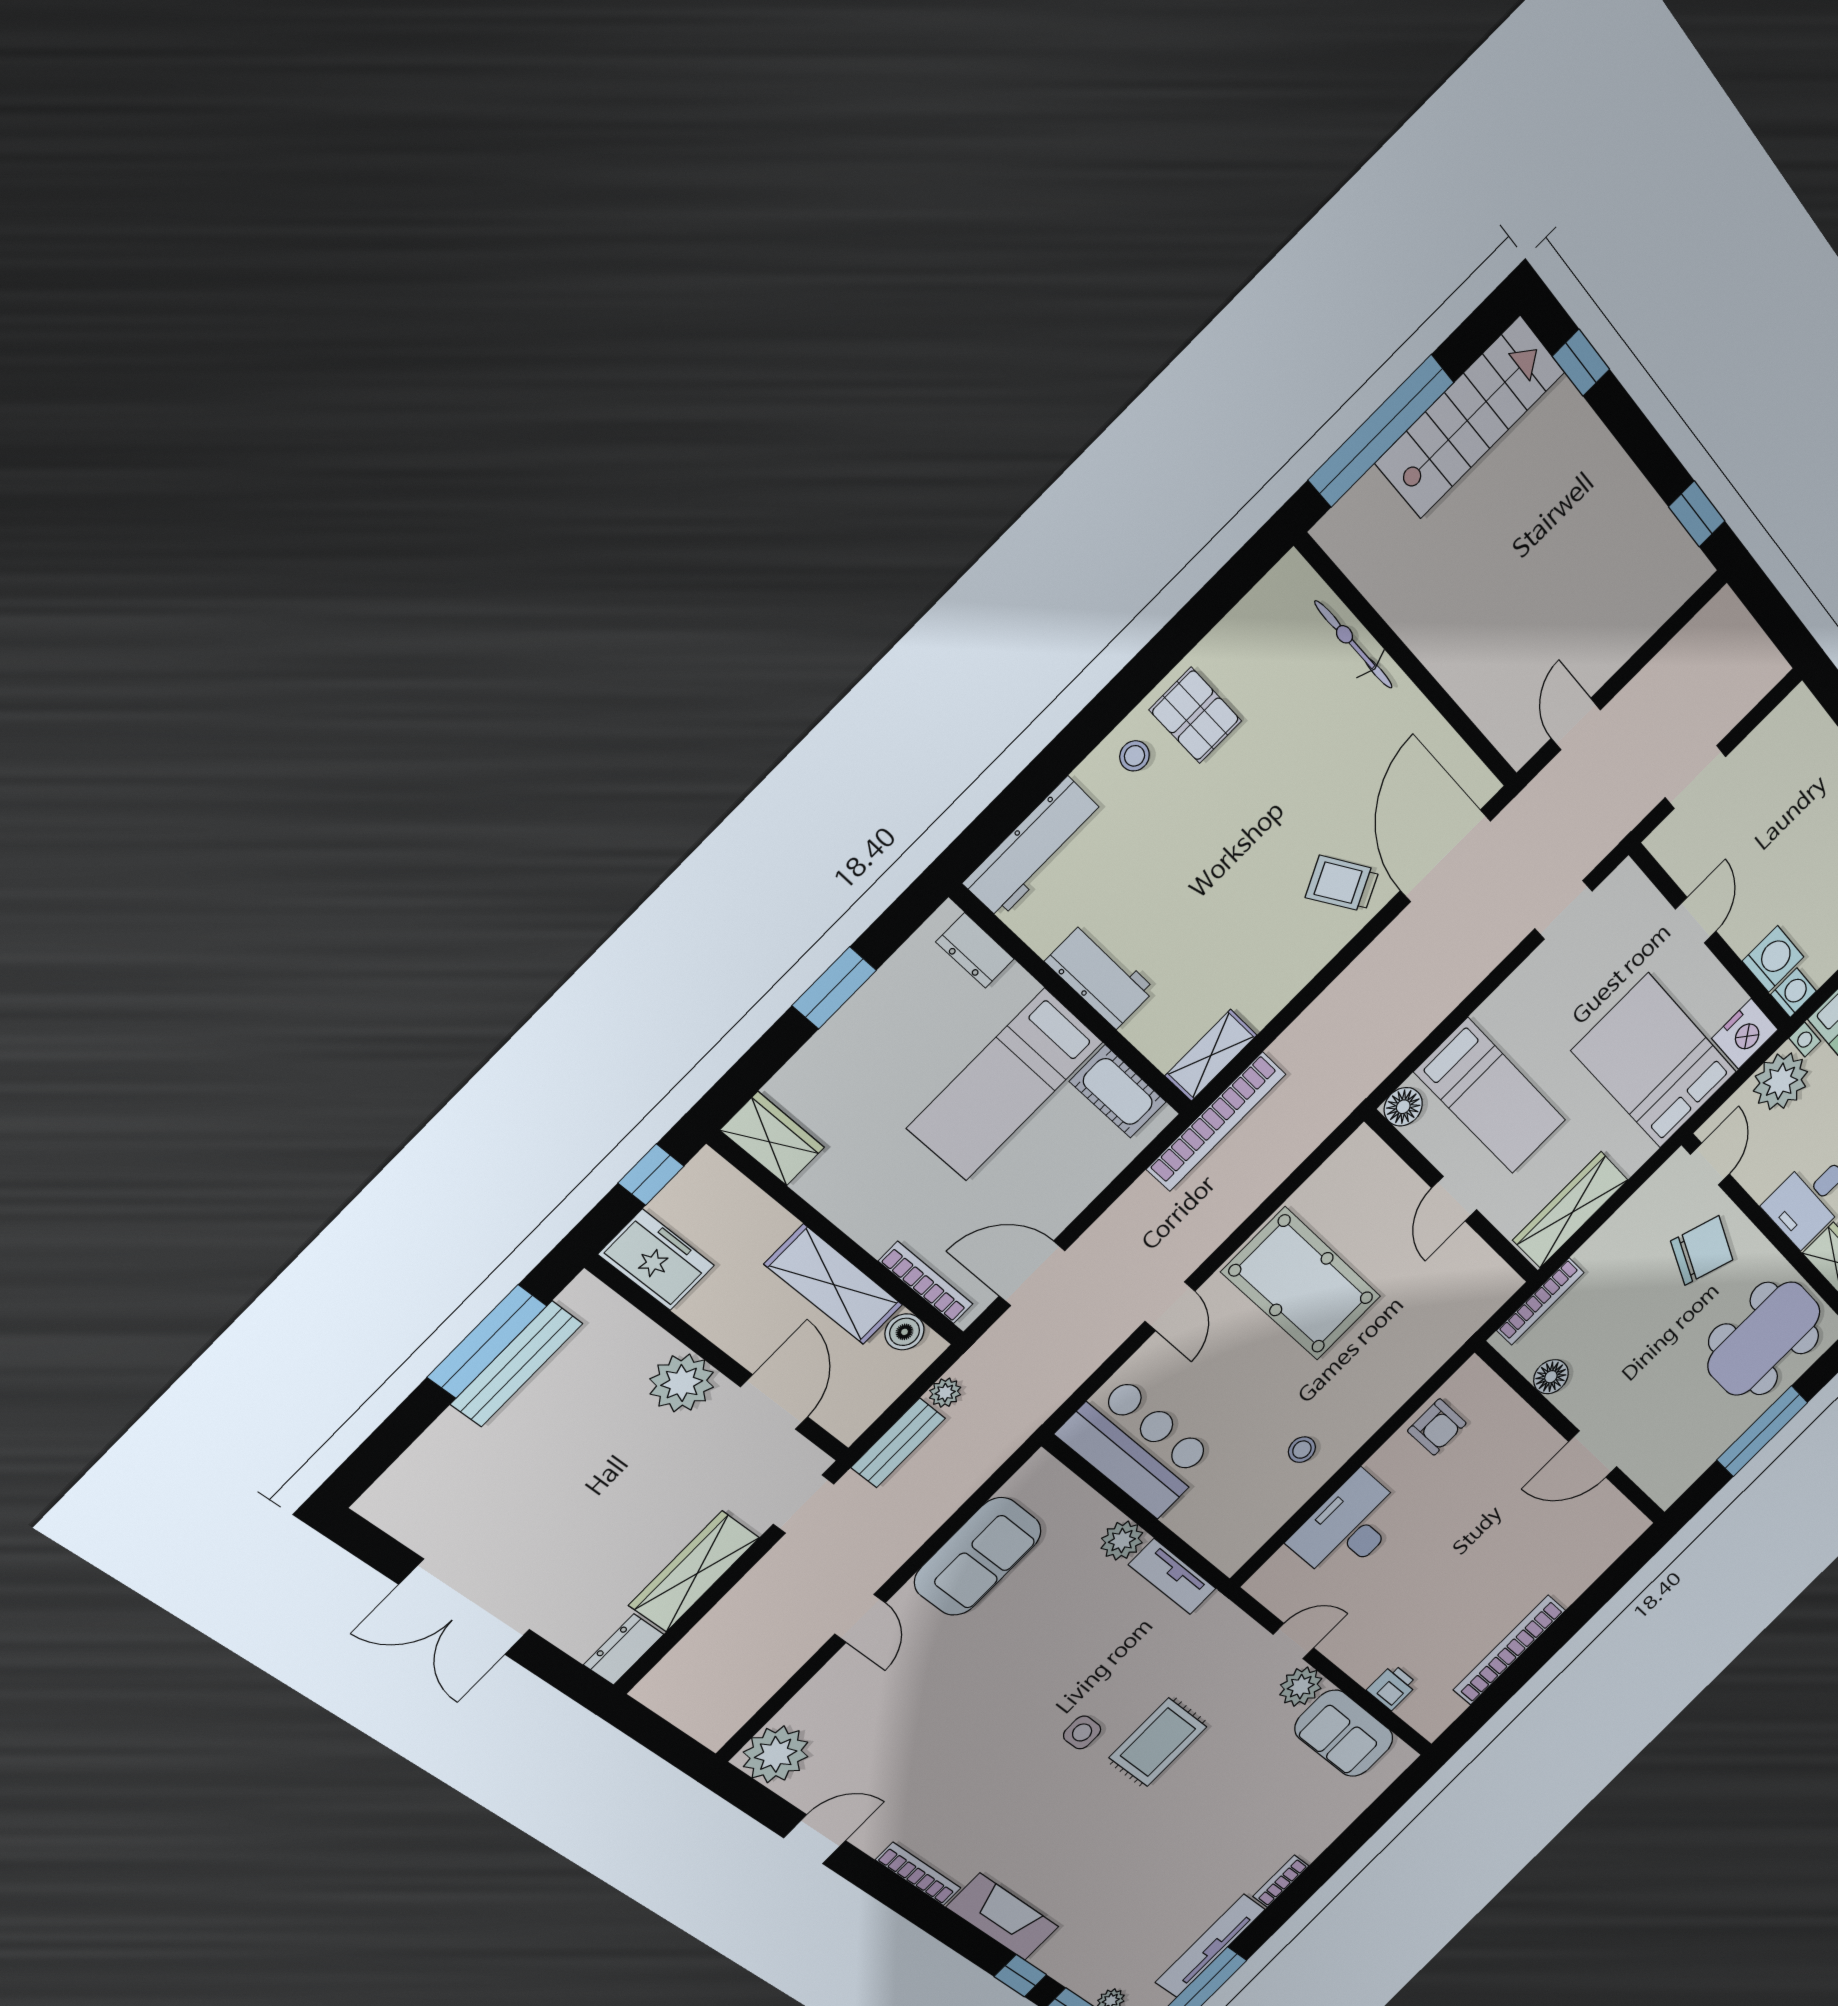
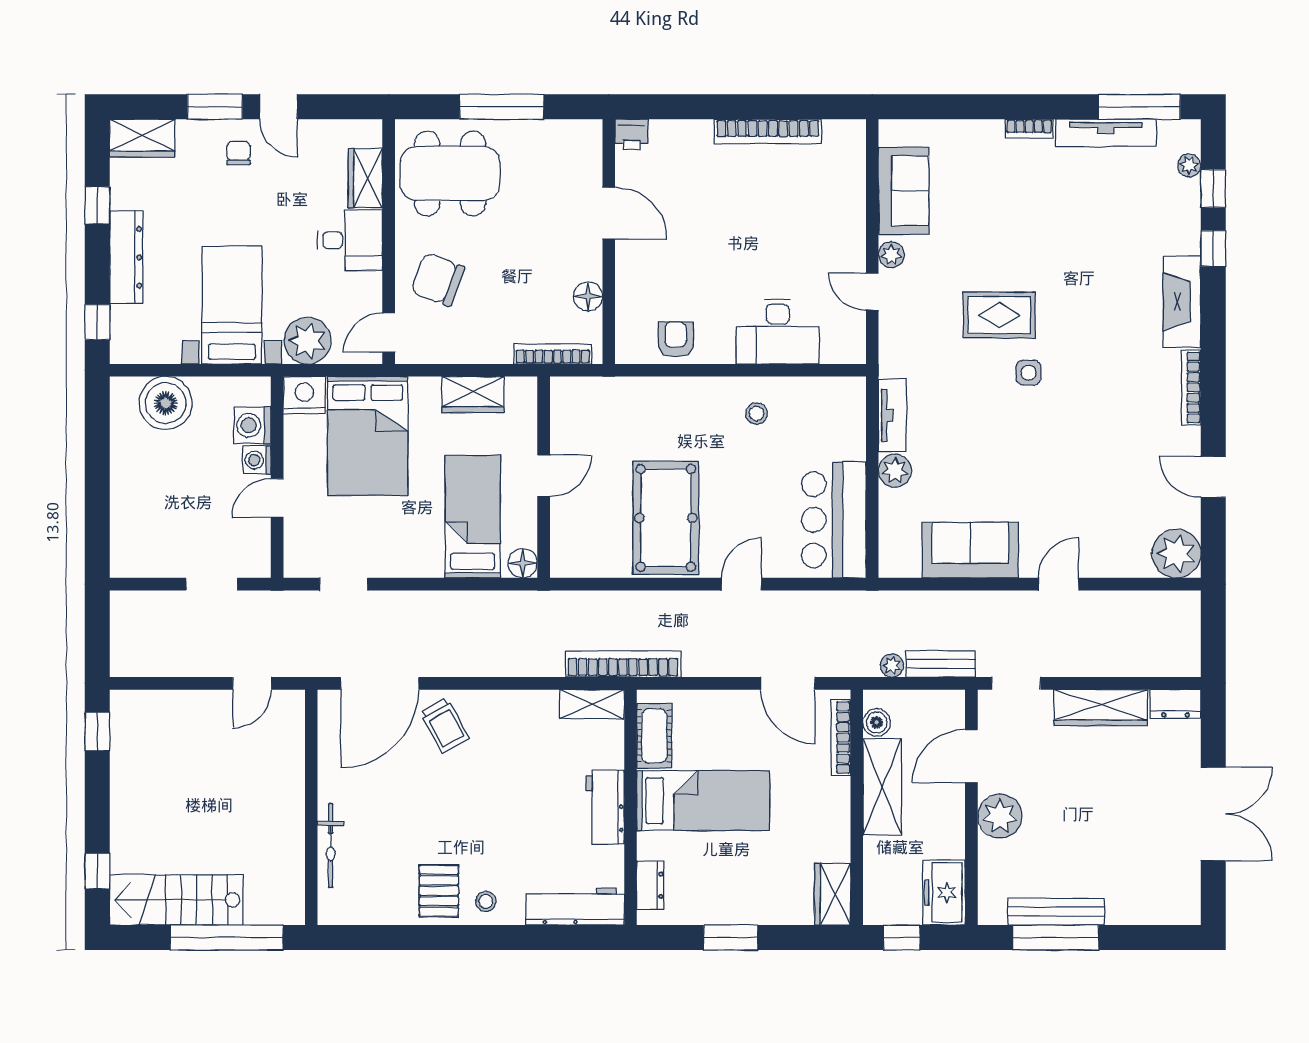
washing machine: (1793, 993) -> (257, 460), moved
wardrobe: (1570, 1210) -> (473, 394), width x0.67
plant: (1301, 1687) -> (891, 255), width x0.73, depth x0.73
printer: (1392, 1687) -> (632, 134), moved, turned -90

